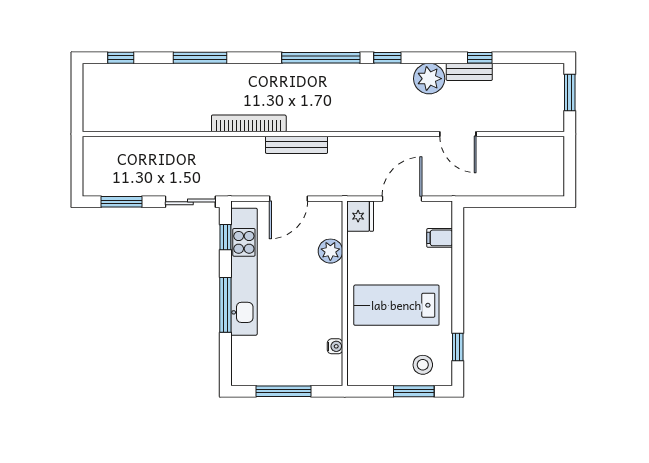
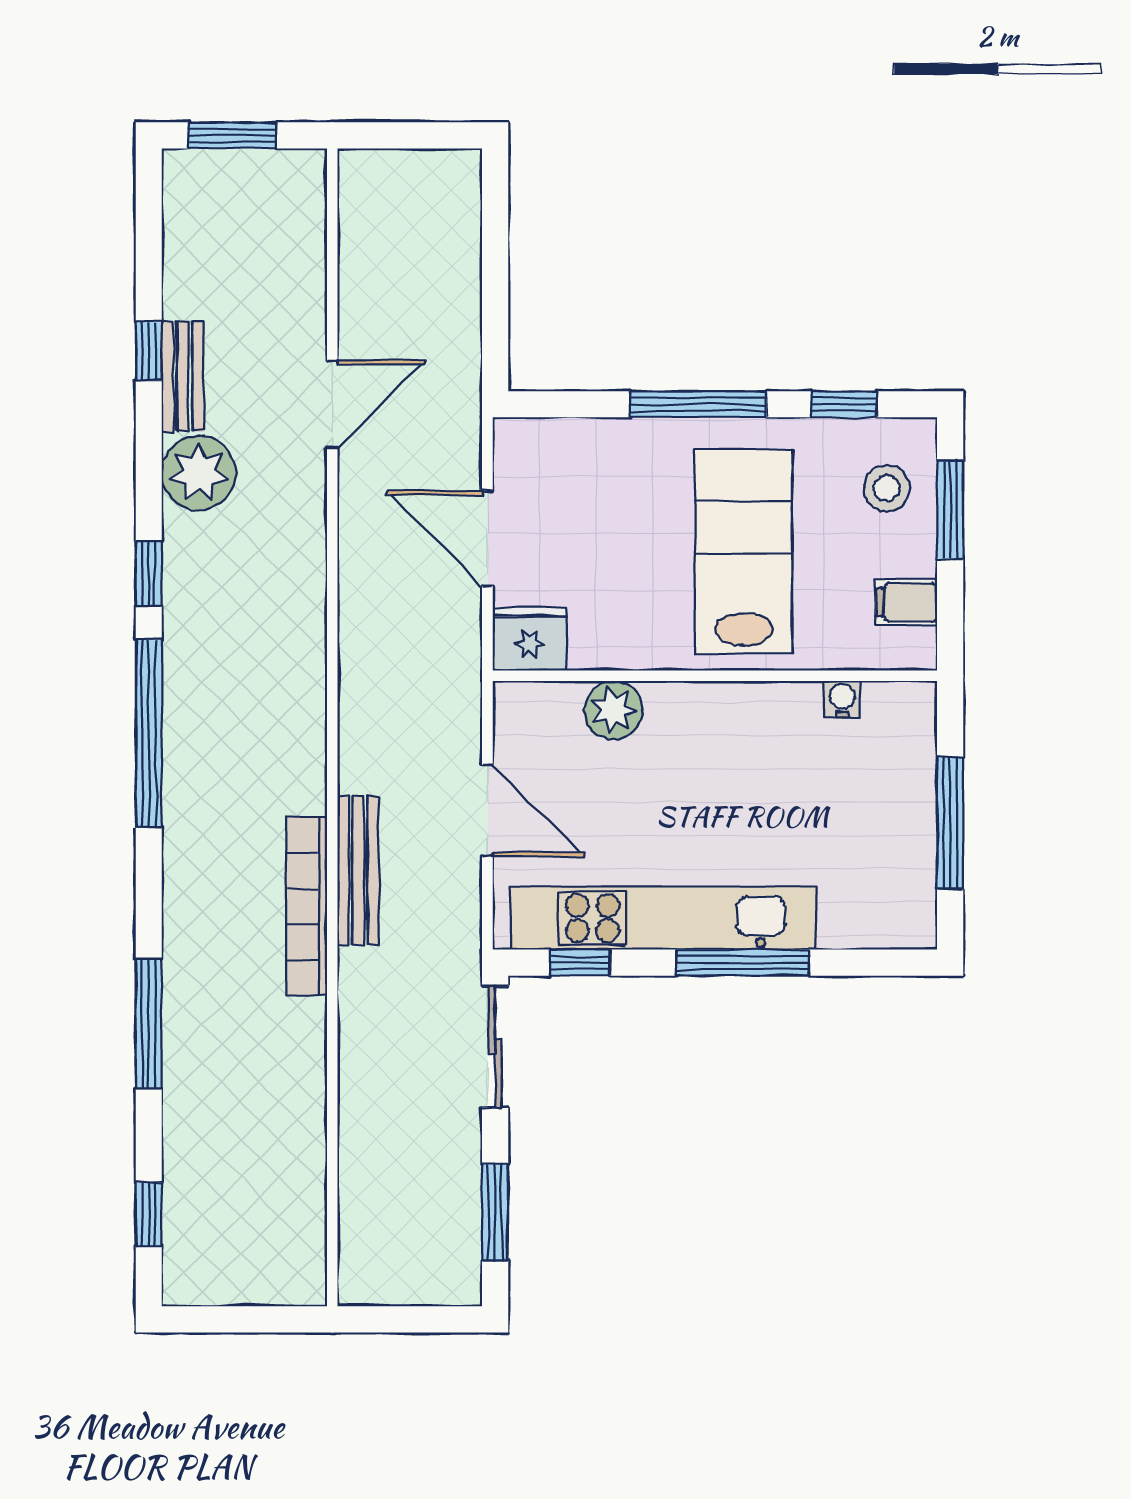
bench: (297, 145) -> (358, 871), moved
filing cabinet: (440, 238) -> (907, 602), moved, turned 90
window: (458, 286) -> (698, 404), added
lab bench: (396, 305) -> (744, 552), turned 180

